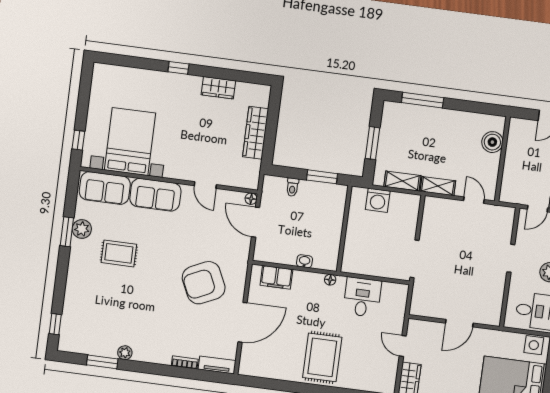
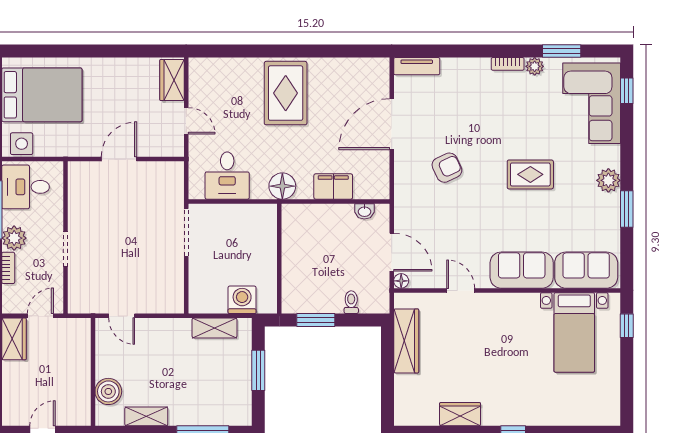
wardrobe: (256, 133) -> (406, 341), moved
bed with nightstands: (130, 142) -> (574, 332), width x0.73
shelving: (438, 186) -> (146, 416), moved
plant: (82, 229) -> (608, 180), moved
rug: (119, 253) -> (530, 174), moved
washbasin: (305, 261) -> (364, 211), moved
filing cabinet: (276, 277) -> (333, 186), moved
floor lamp: (330, 280) -> (282, 186), width x1.89, depth x1.89
armchair: (204, 283) -> (447, 168), width x0.53, depth x0.53
desk: (362, 297) -> (227, 176), moved
corner sofa: (84, 318) -> (592, 103), added
bookcase: (185, 362) -> (508, 64), moved

